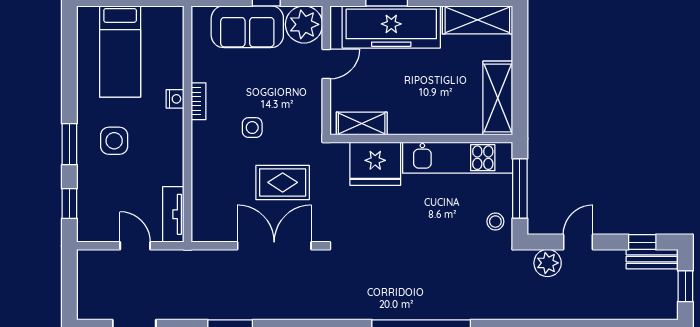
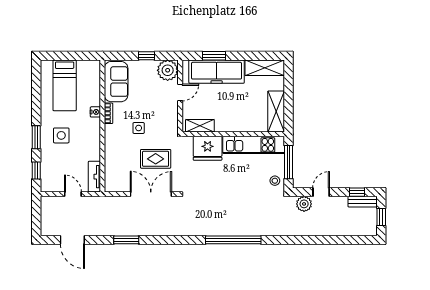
sofa: (247, 27) -> (116, 82), moved, turned -90

